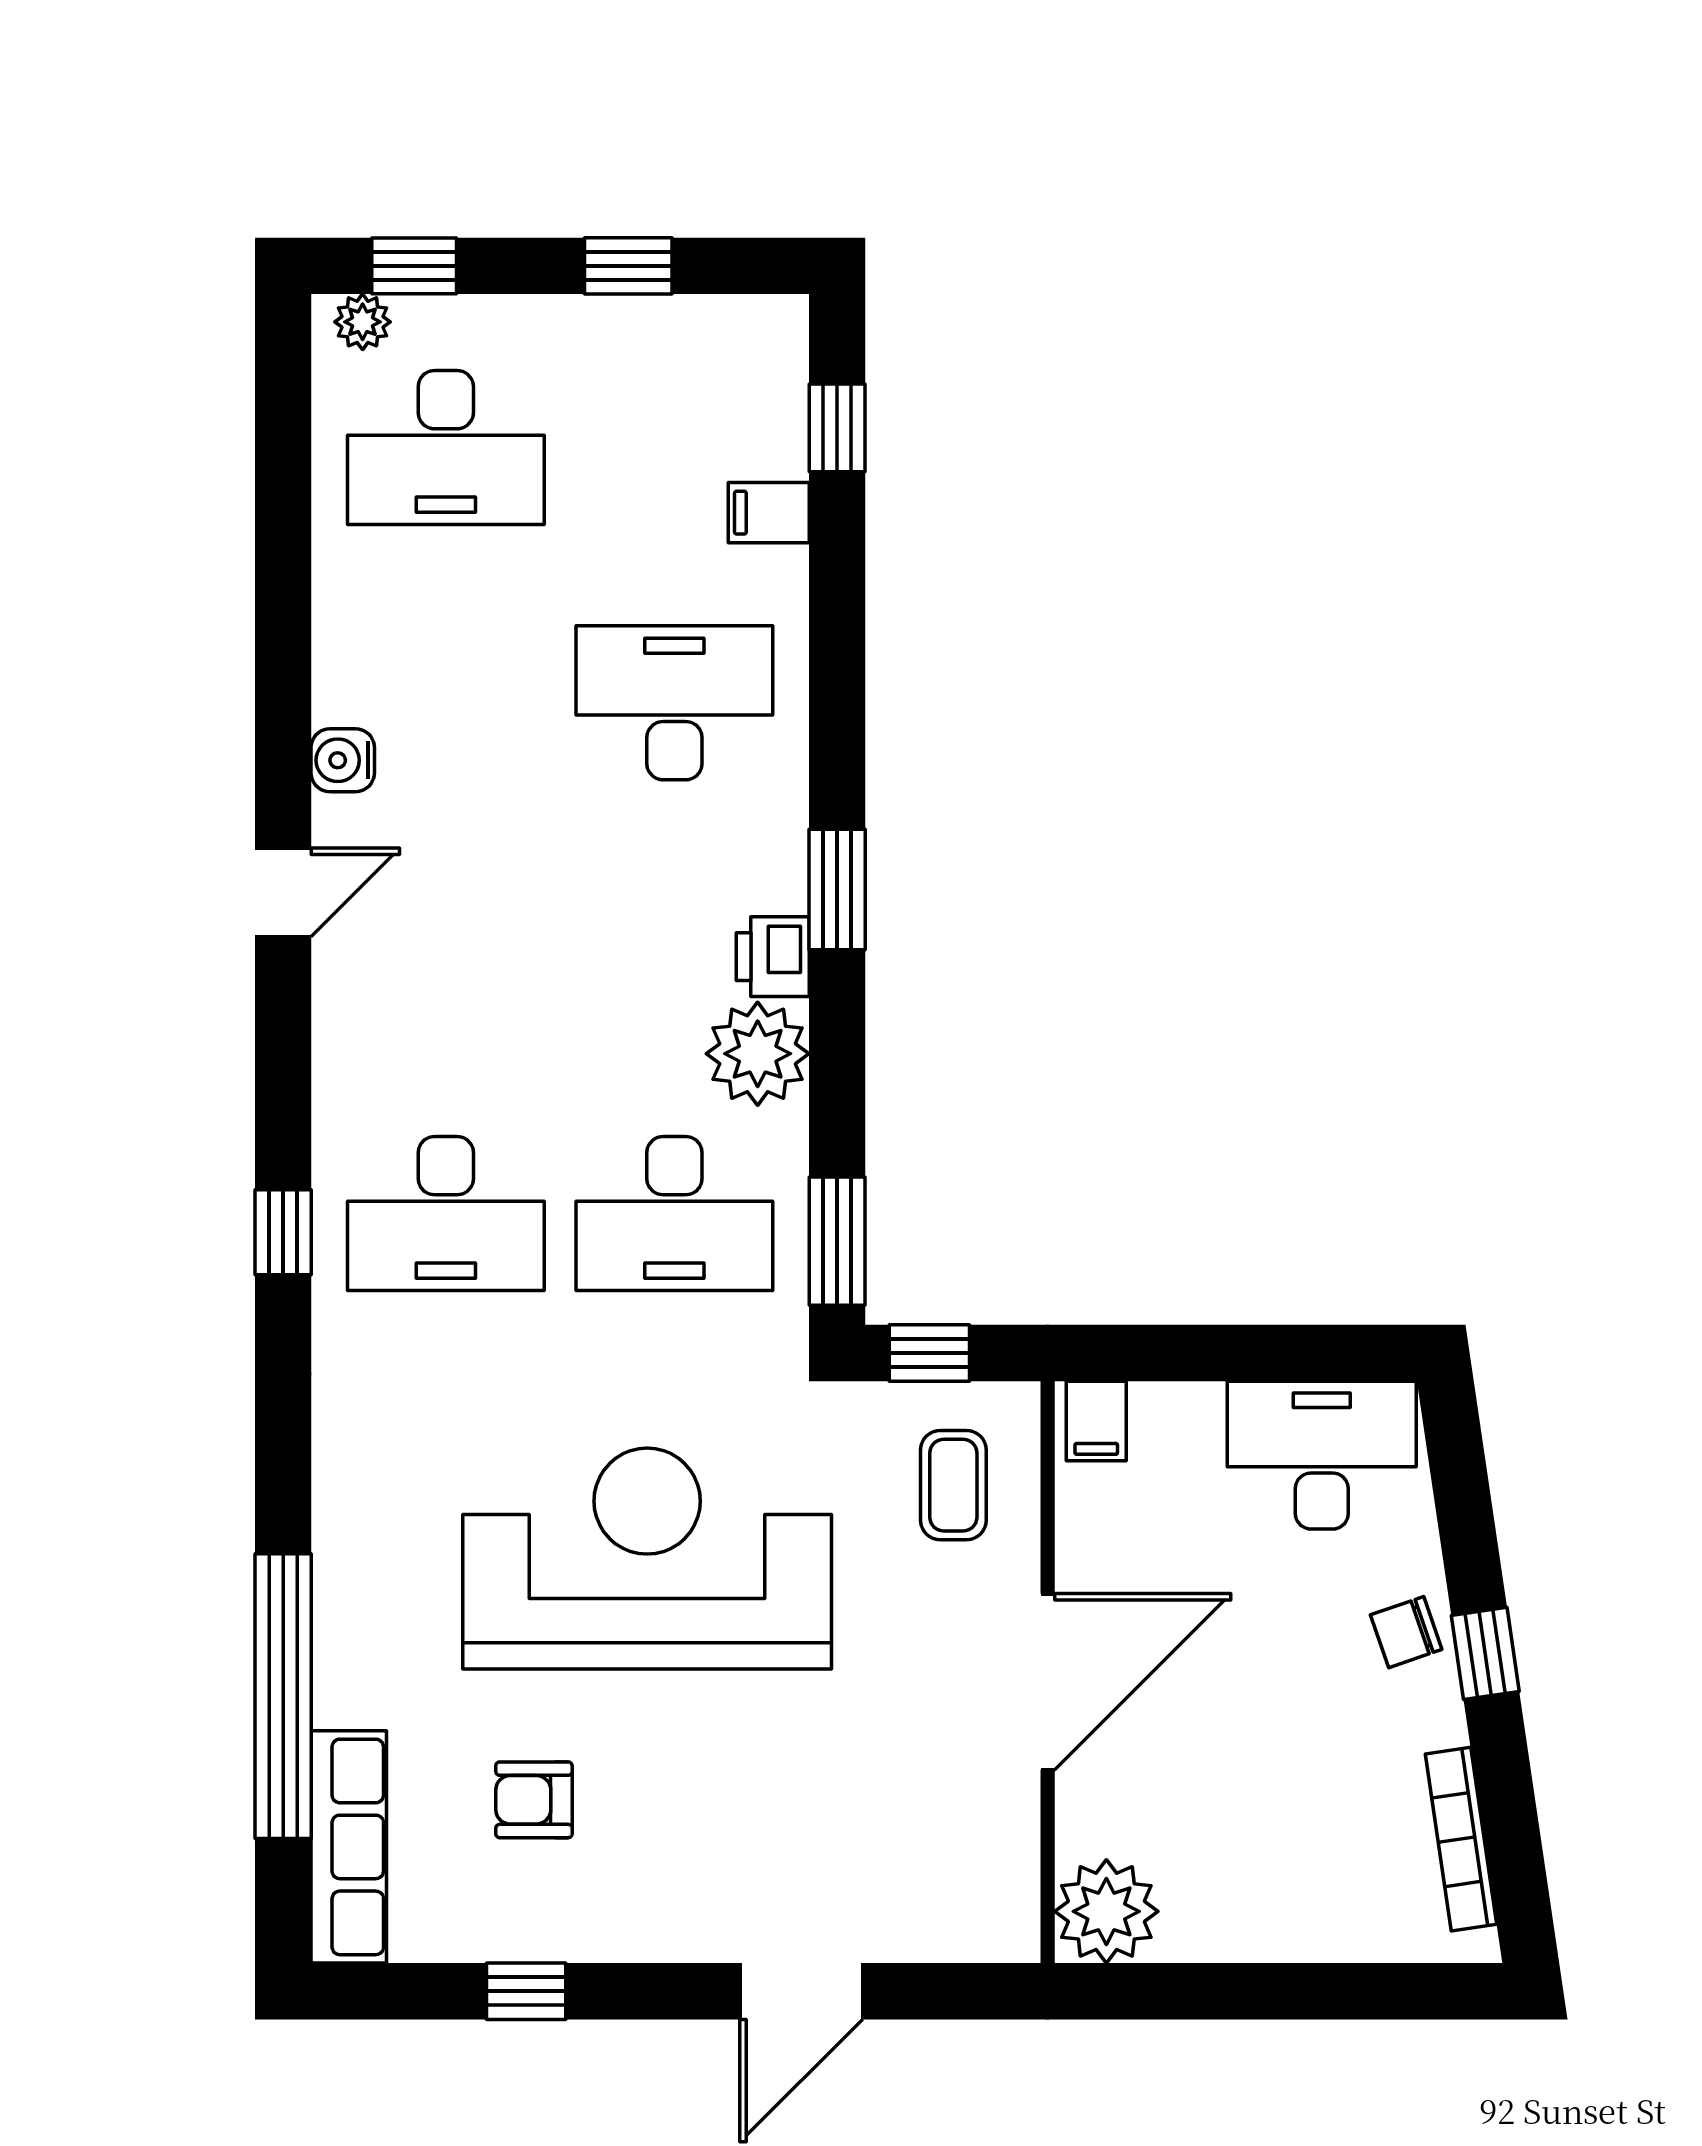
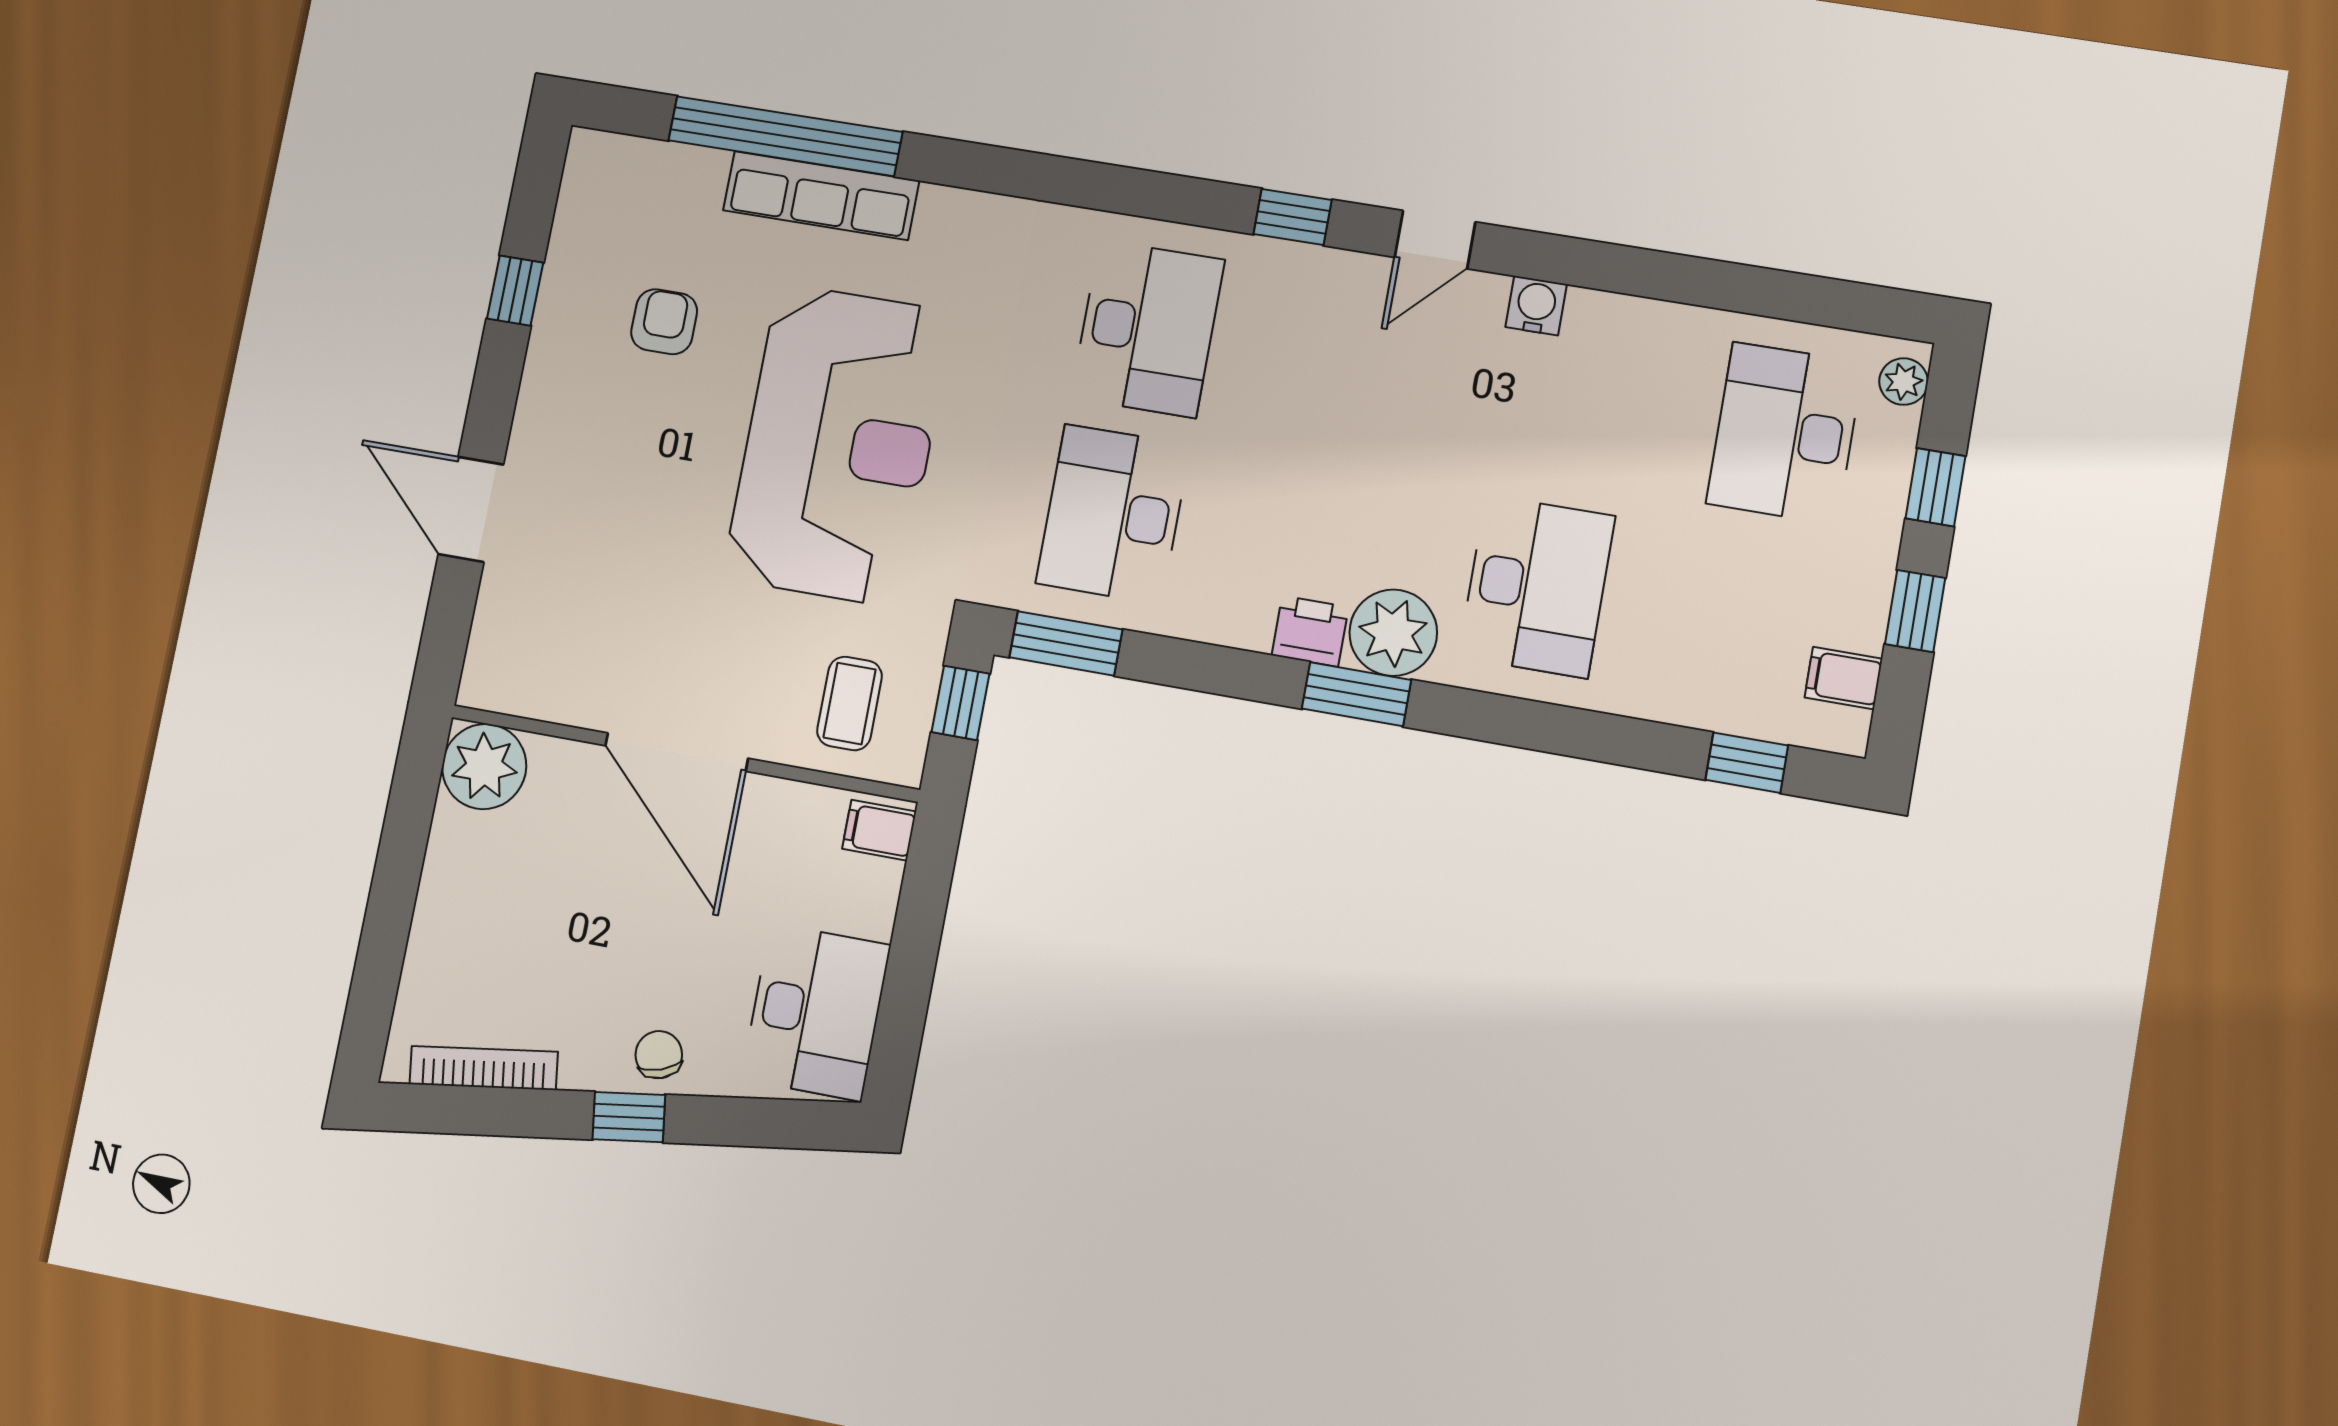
window: (414, 266) -> (1935, 487), moved
filing cabinet: (769, 513) -> (1843, 678), moved, turned -90
door: (283, 892) -> (1435, 240), hinge flipped
plant: (758, 1054) -> (1393, 633), moved
desk: (446, 1213) -> (1148, 329), turned 180
window: (283, 1232) -> (1293, 217), moved
coffee table: (953, 1485) -> (850, 703), turned 90
row of seats: (349, 1847) -> (821, 196), moved

